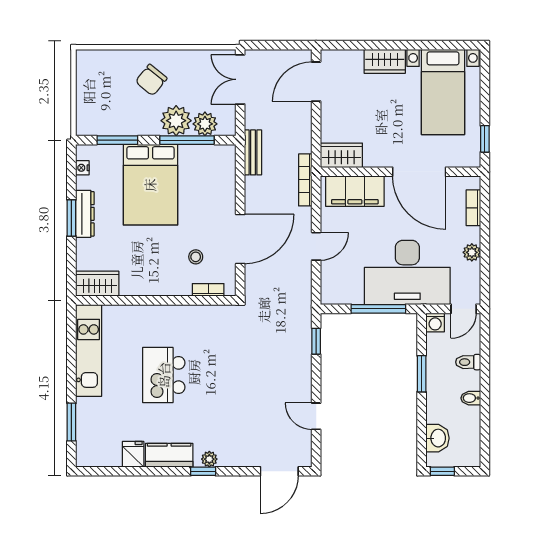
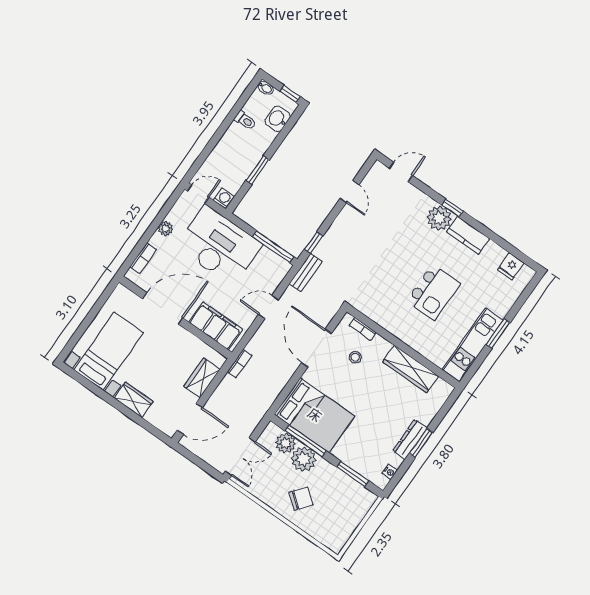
window: (485, 139) -> (103, 299), removed
bench: (253, 152) -> (306, 273), moved
wardrobe: (341, 155) -> (202, 378), moved, turned 90
door: (419, 172) -> (163, 308), hinge flipped
bookcase: (305, 180) -> (240, 364), width x0.64
bed: (150, 185) -> (315, 415), moved, turned 90
door: (240, 239) -> (317, 348), hinge flipped
wardrobe: (97, 284) -> (410, 369), moved, width x1.50
window: (378, 309) -> (273, 247), moved
toilet: (468, 362) -> (245, 120), moved
bidet: (471, 398) -> (266, 88), moved
window: (71, 422) -> (498, 334), moved
fridge: (133, 454) -> (511, 266), moved
plant: (209, 459) -> (439, 218), width x1.88, depth x1.88
door: (279, 471) -> (401, 172), width x0.73

